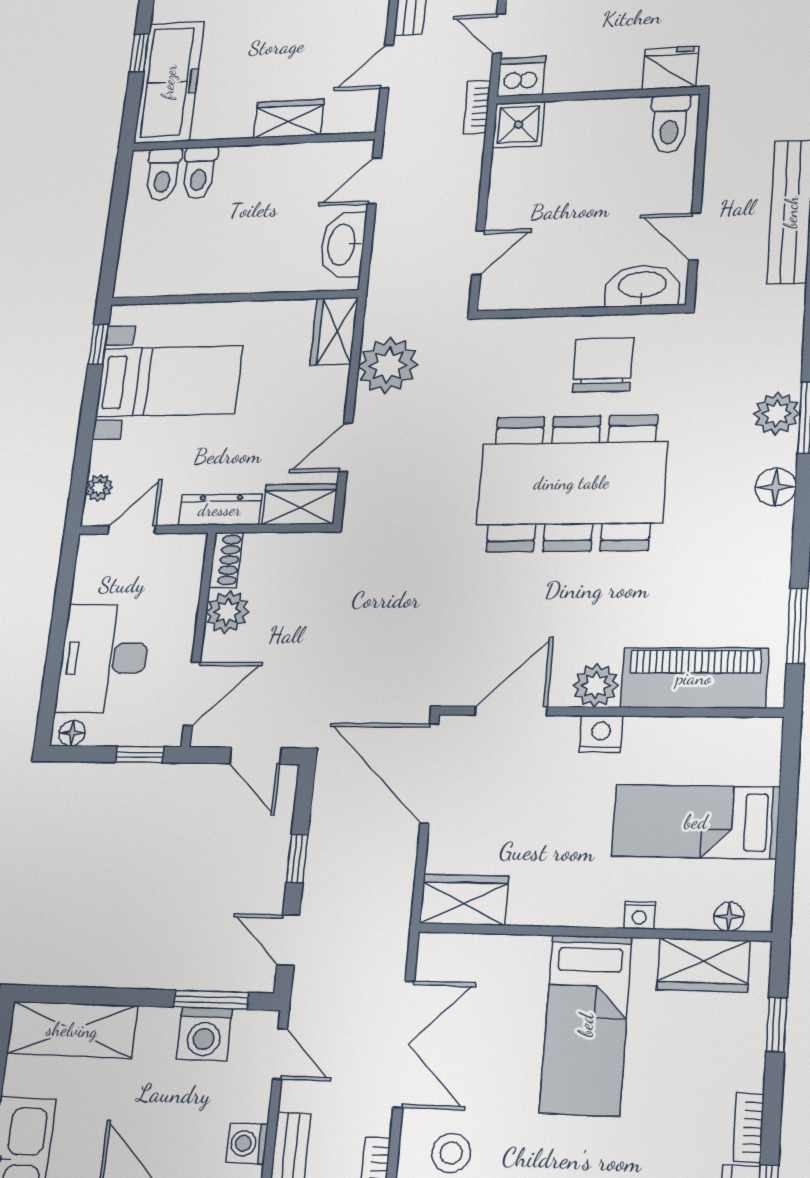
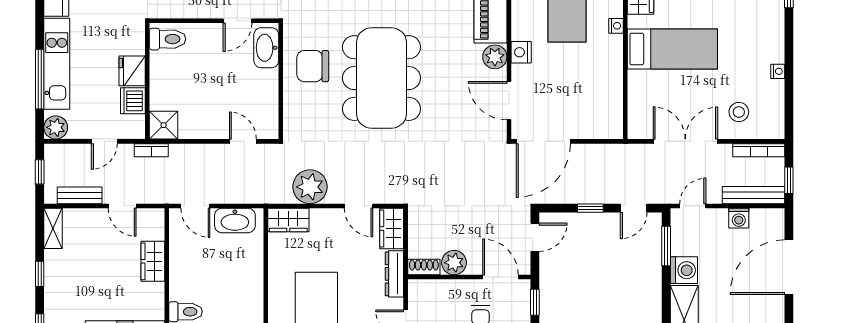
fridge: (670, 68) -> (132, 71), moved
dishwasher: (521, 76) -> (133, 101), moved
wardrobe: (464, 900) -> (610, 117), removed
washing machine: (204, 1034) -> (684, 270), moved

